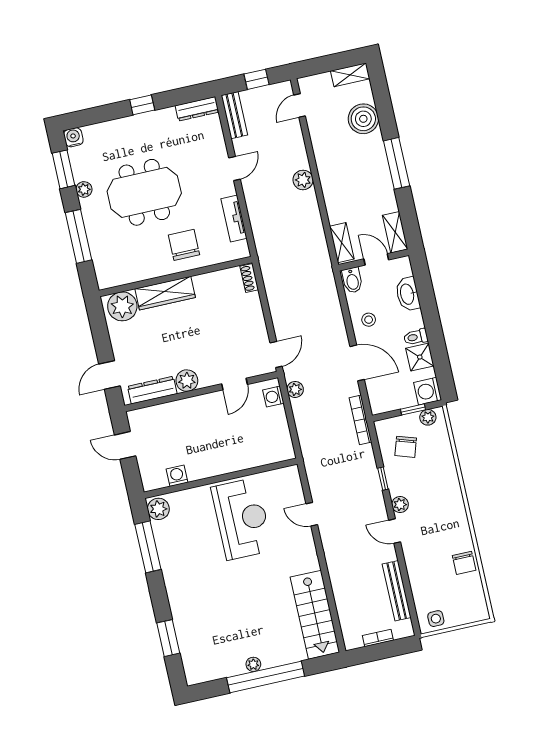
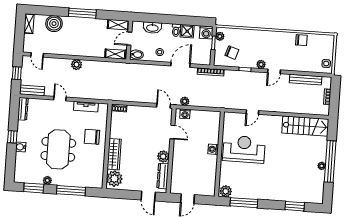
water cooler: (73, 137) -> (21, 147), moved
washing machine: (177, 476) -> (213, 149), moved

